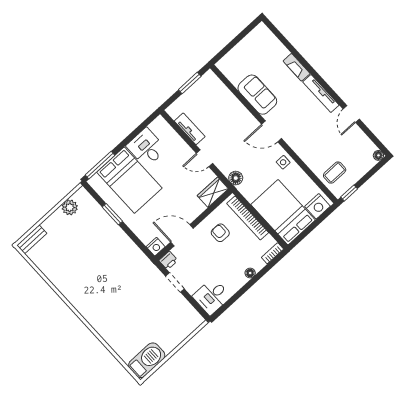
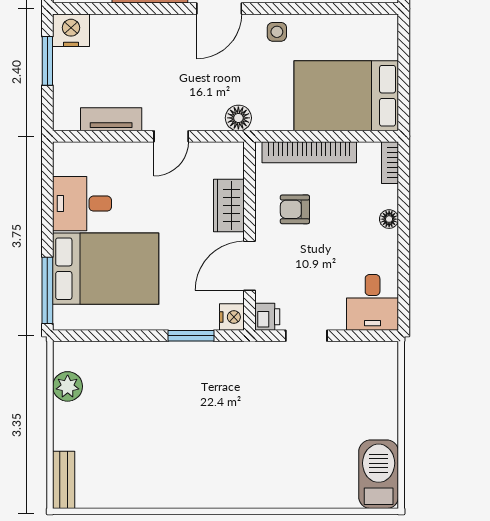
wardrobe: (213, 192) -> (229, 206), moved
nightstand: (318, 206) -> (71, 30), moved, turned -90
window: (112, 214) -> (191, 336), moved

